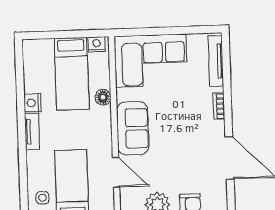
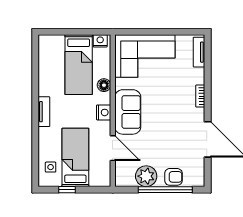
tv unit: (216, 61) -> (199, 52), width x0.71
nightstand: (33, 103) -> (104, 112), moved, turned 180

